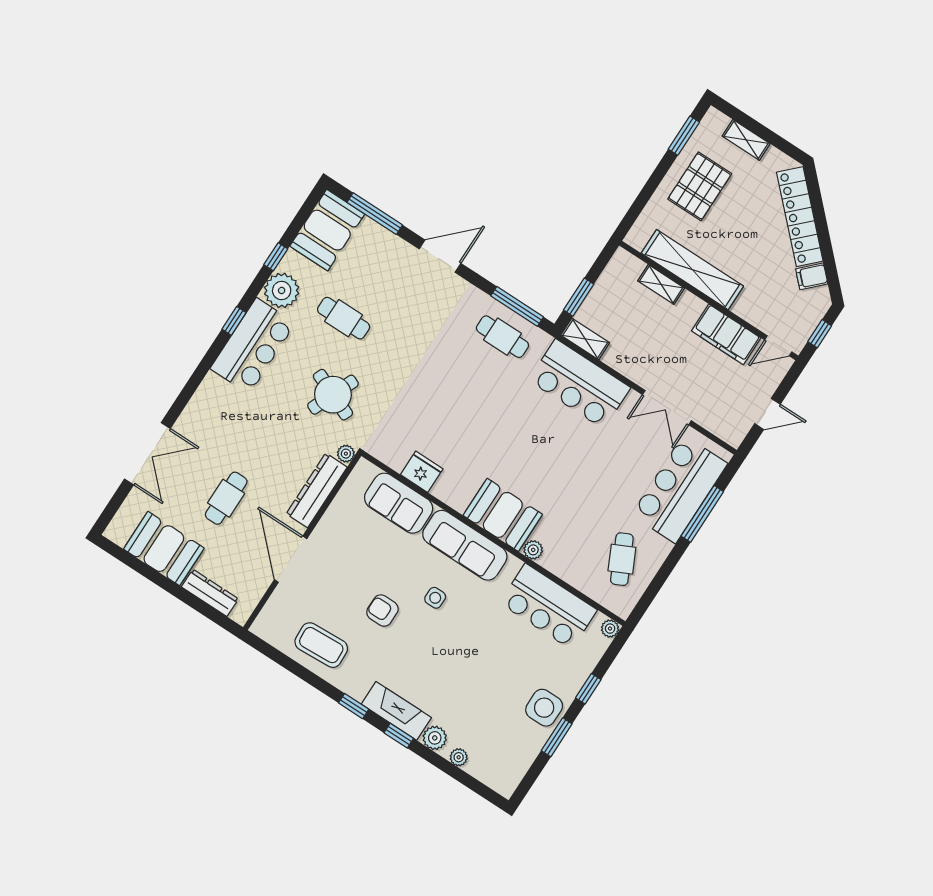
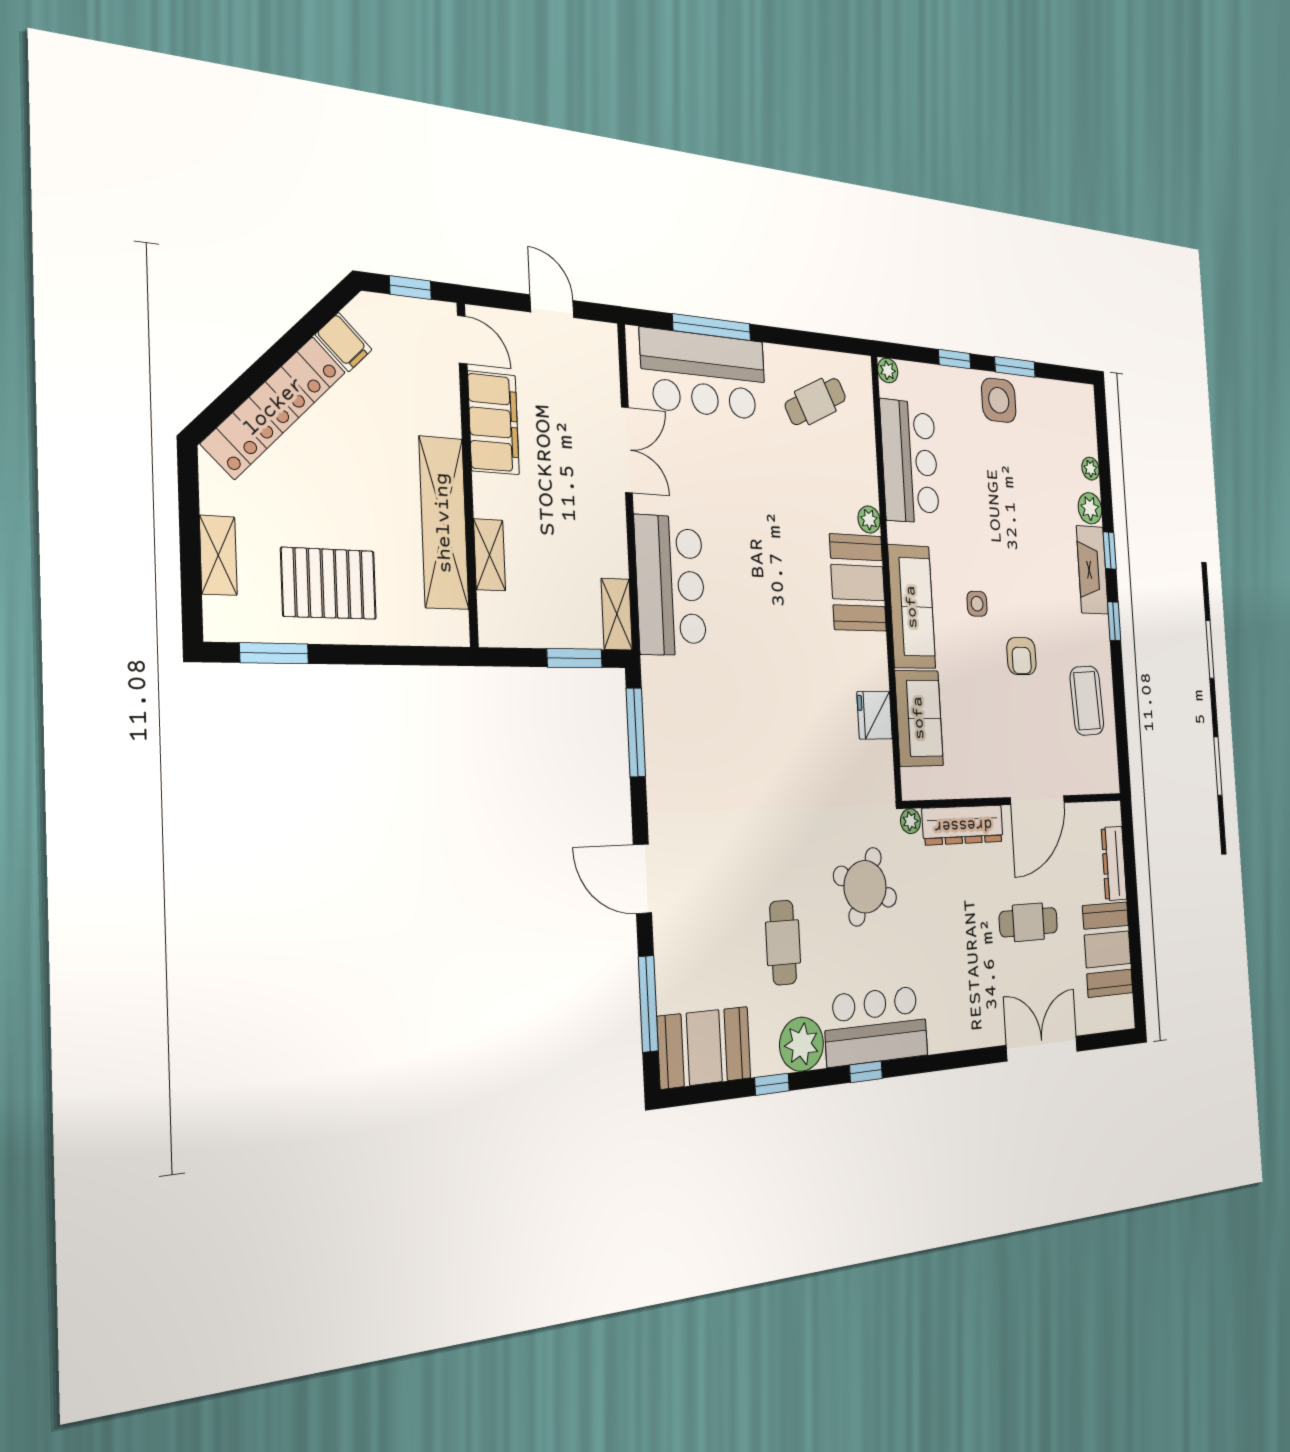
cafe table: (502, 337) -> (680, 725), removed

